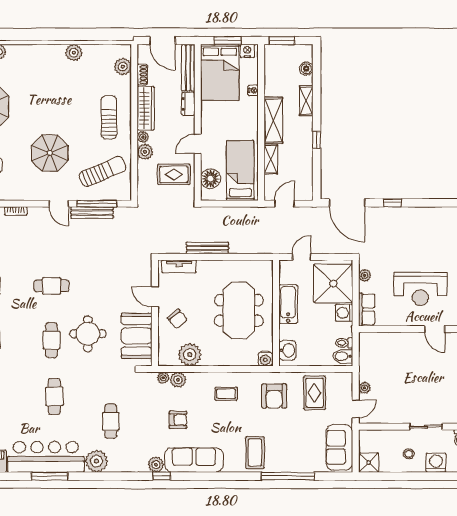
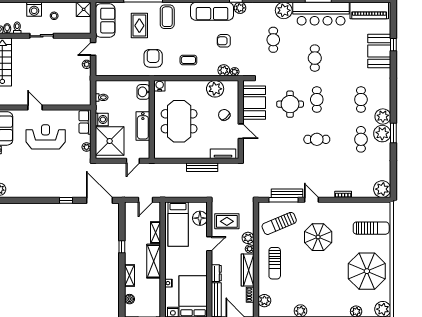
bidet: (343, 356) -> (103, 88), removed
rug: (315, 393) -> (139, 26), moved

